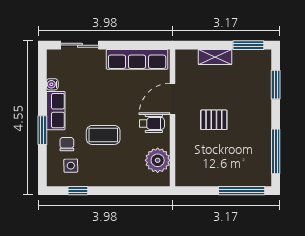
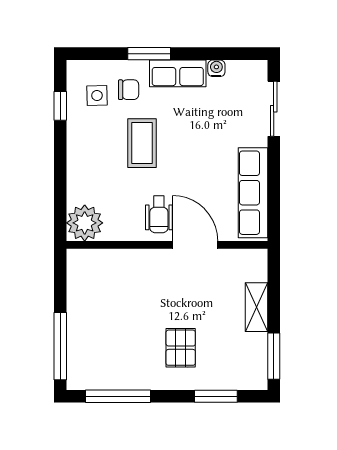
pallet: (214, 120) -> (181, 348), moved
plant: (158, 160) -> (85, 223), moved

